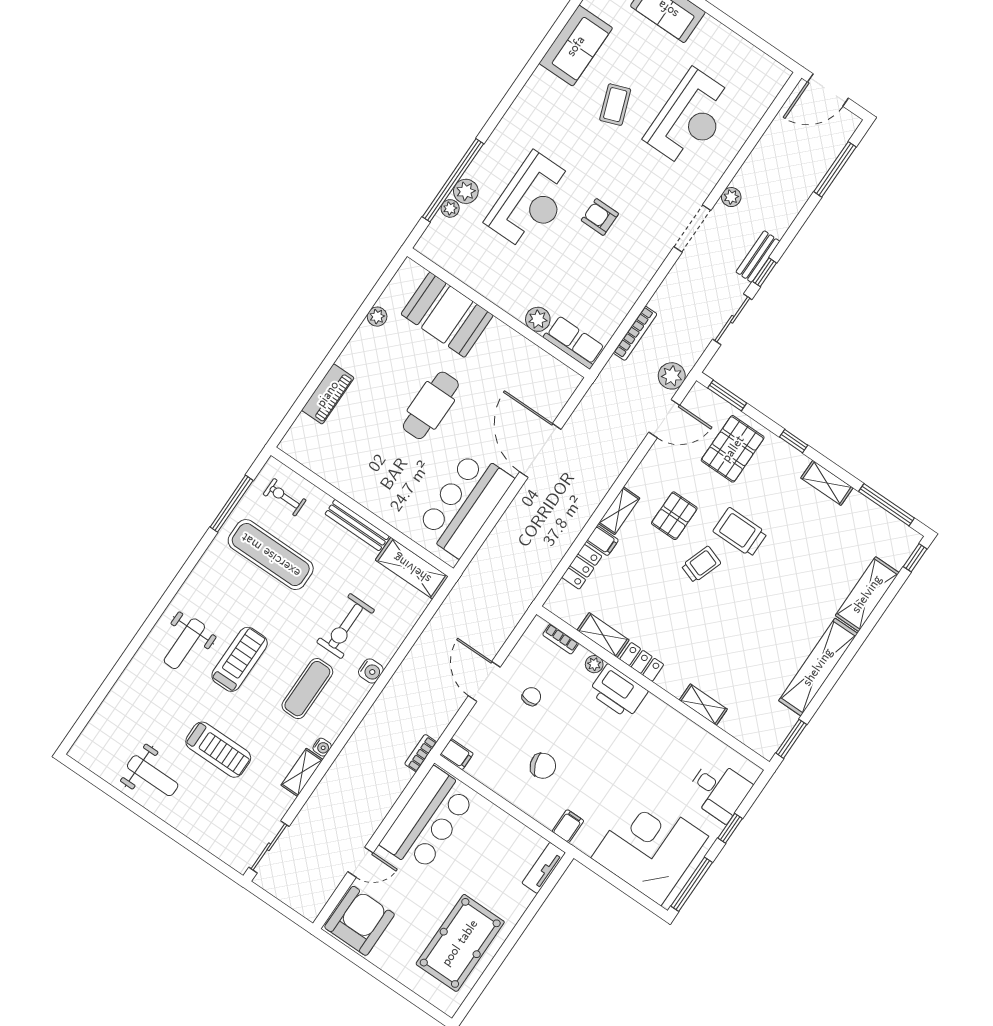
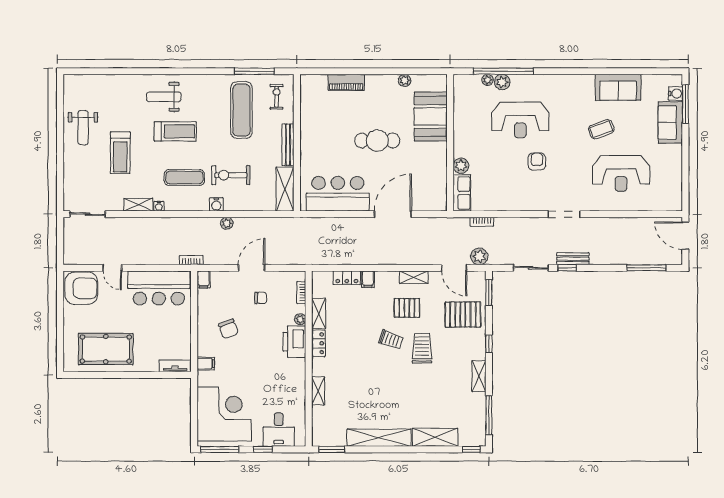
plant: (731, 197) -> (227, 223), moved
bookcase: (635, 333) -> (482, 222), width x0.64
shelving: (619, 511) -> (414, 277), moved

